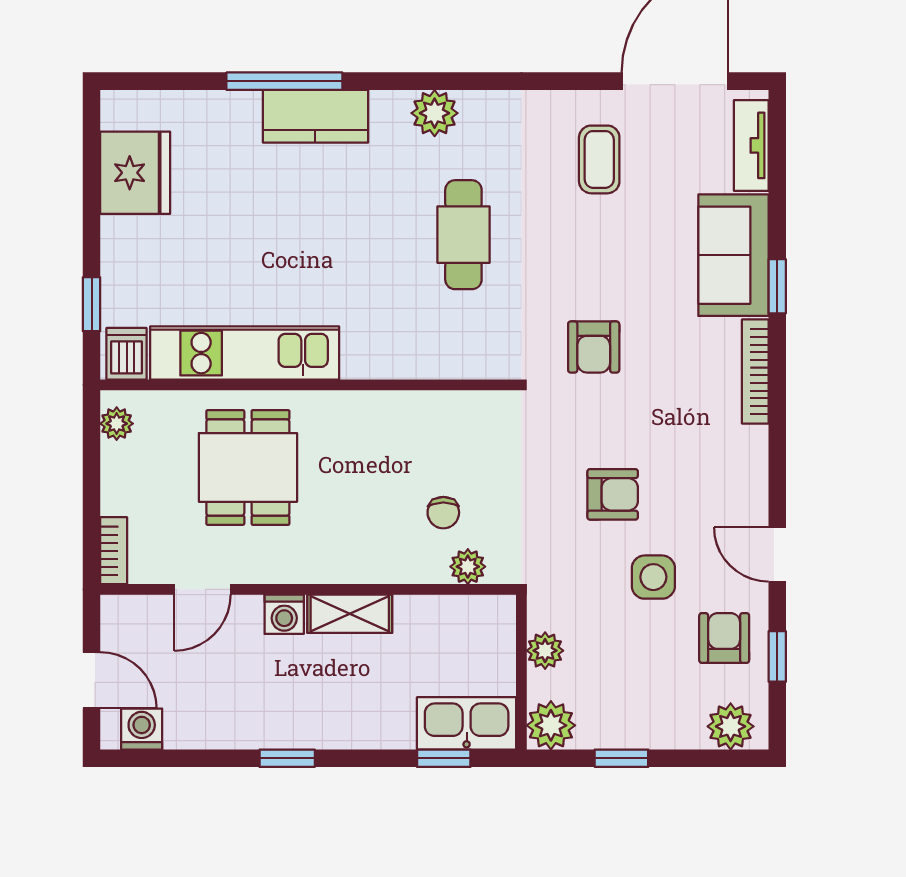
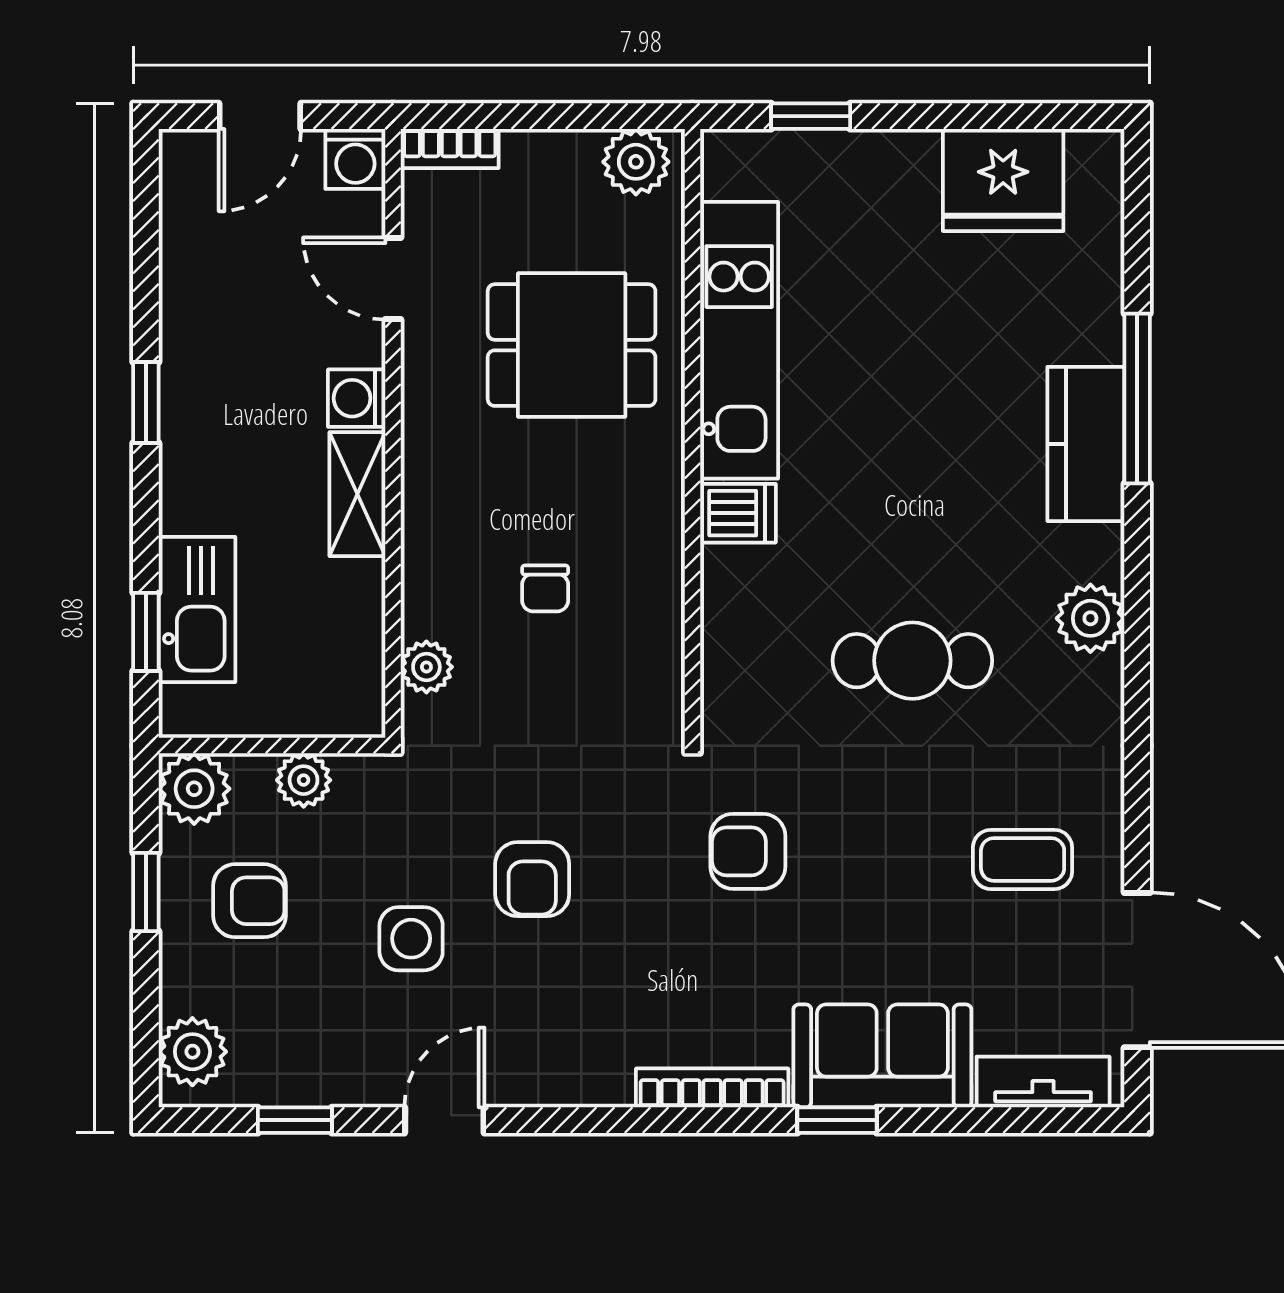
dishwasher: (127, 354) -> (738, 513), moved
plant: (117, 424) -> (636, 162), width x1.38, depth x1.38
chair: (443, 513) -> (545, 588), moved, turned -90
armchair: (724, 638) -> (249, 901), moved
kitchen sink: (467, 723) -> (197, 610), moved
washing machine: (142, 729) -> (355, 159), moved, turned 90

